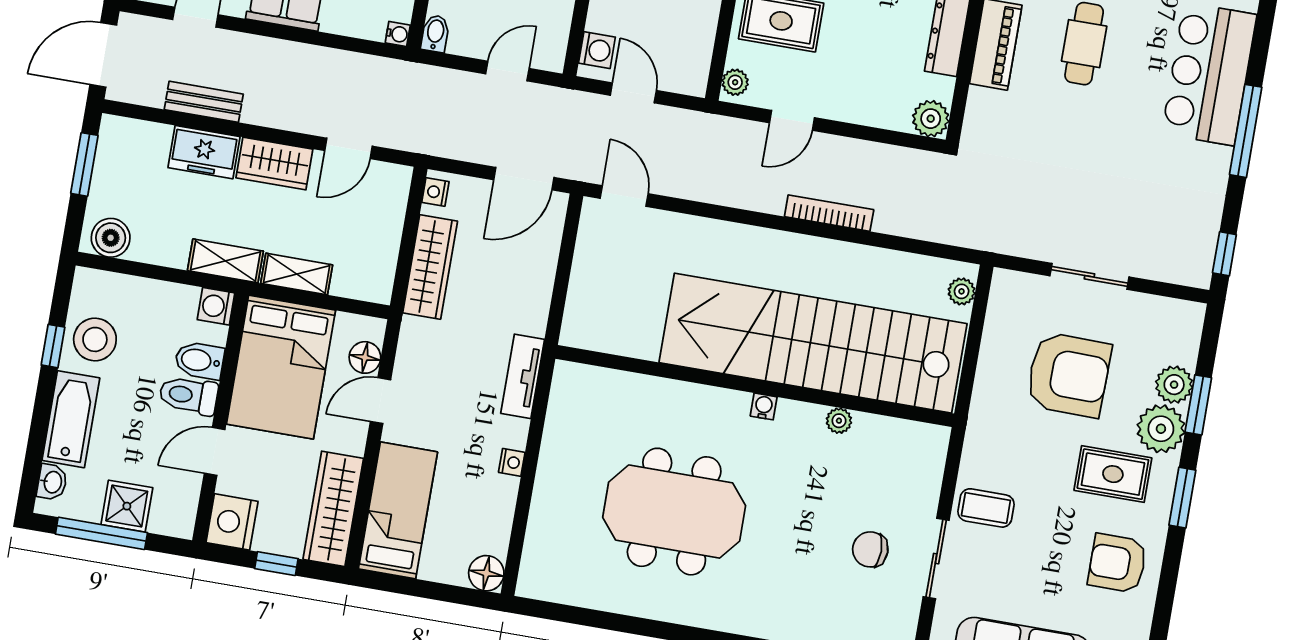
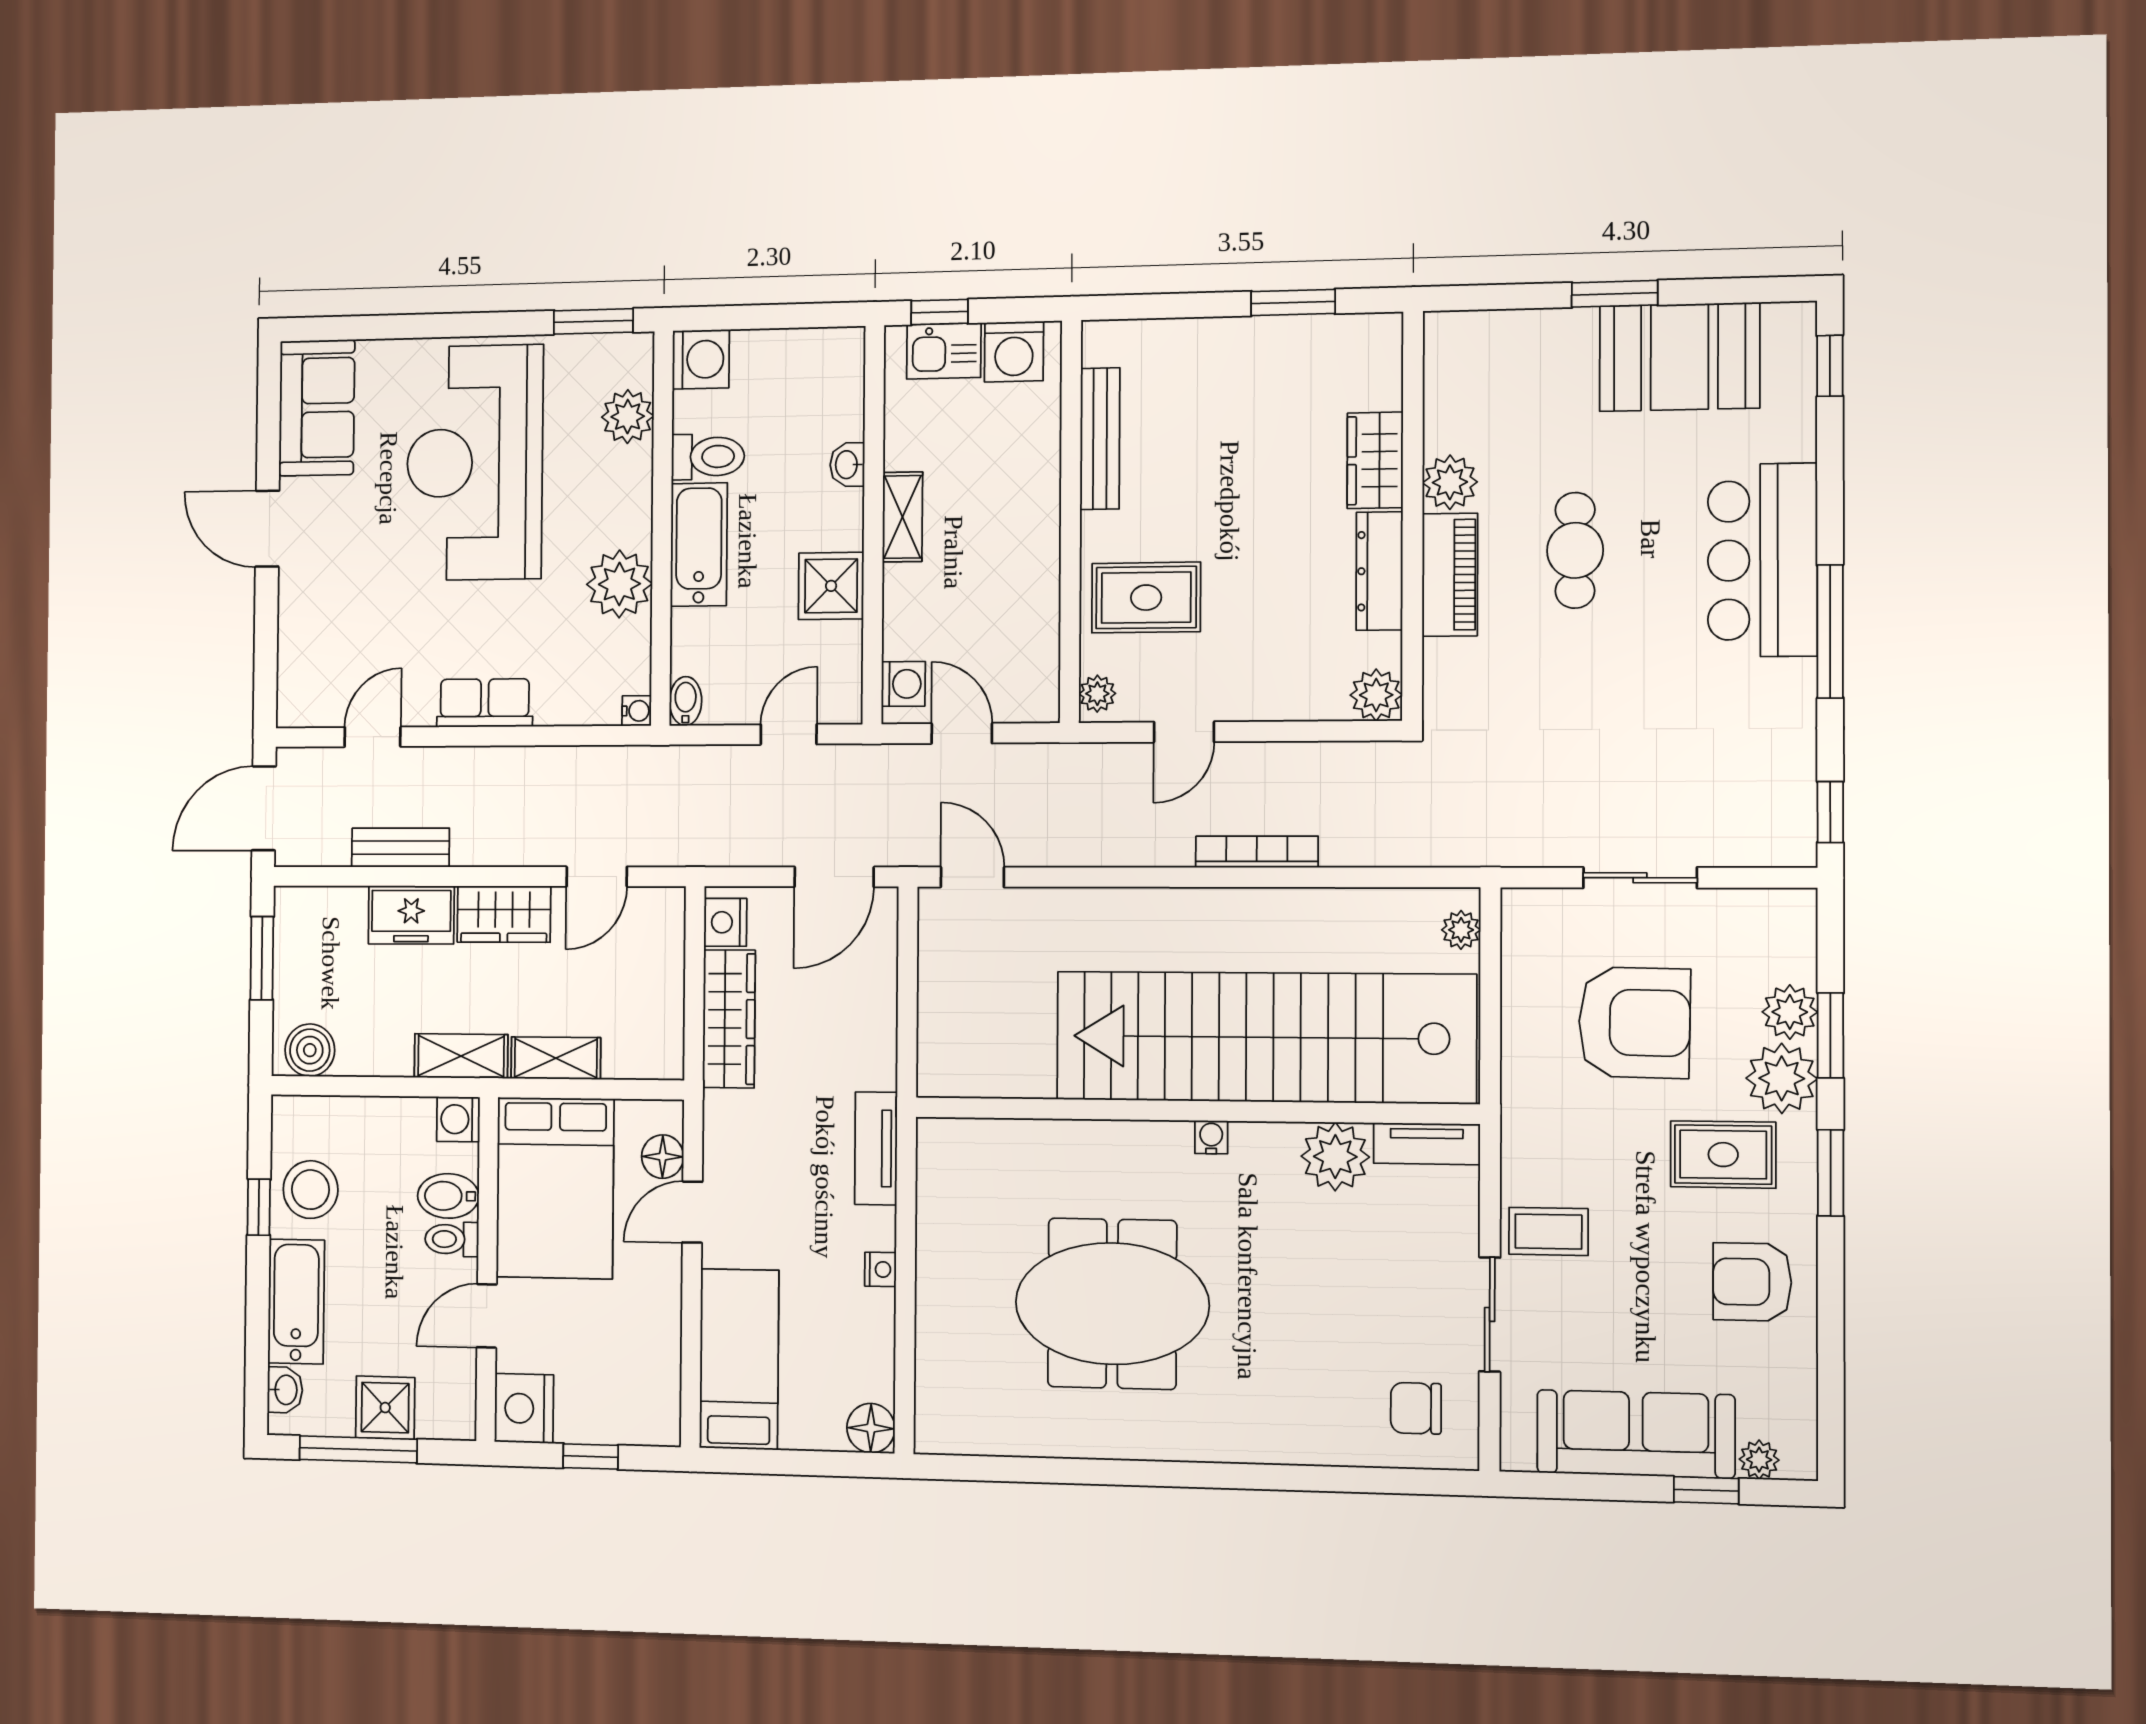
nightstand: (435, 192) -> (725, 922), width x1.39, depth x1.35
toilet: (189, 395) -> (452, 1239), width x0.73, depth x0.72
plant: (839, 421) -> (1335, 1157), width x1.88, depth x1.88
tv unit: (913, 435) -> (1427, 1144), added
wardrobe: (333, 509) -> (653, 1370), removed
chair: (870, 549) -> (1416, 1408), moved

